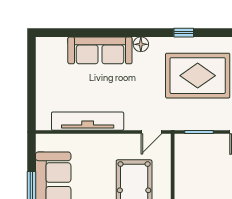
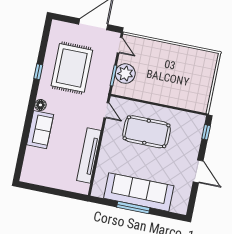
sofa: (100, 50) -> (40, 130), width x0.73
plant: (205, 147) -> (125, 74), added

